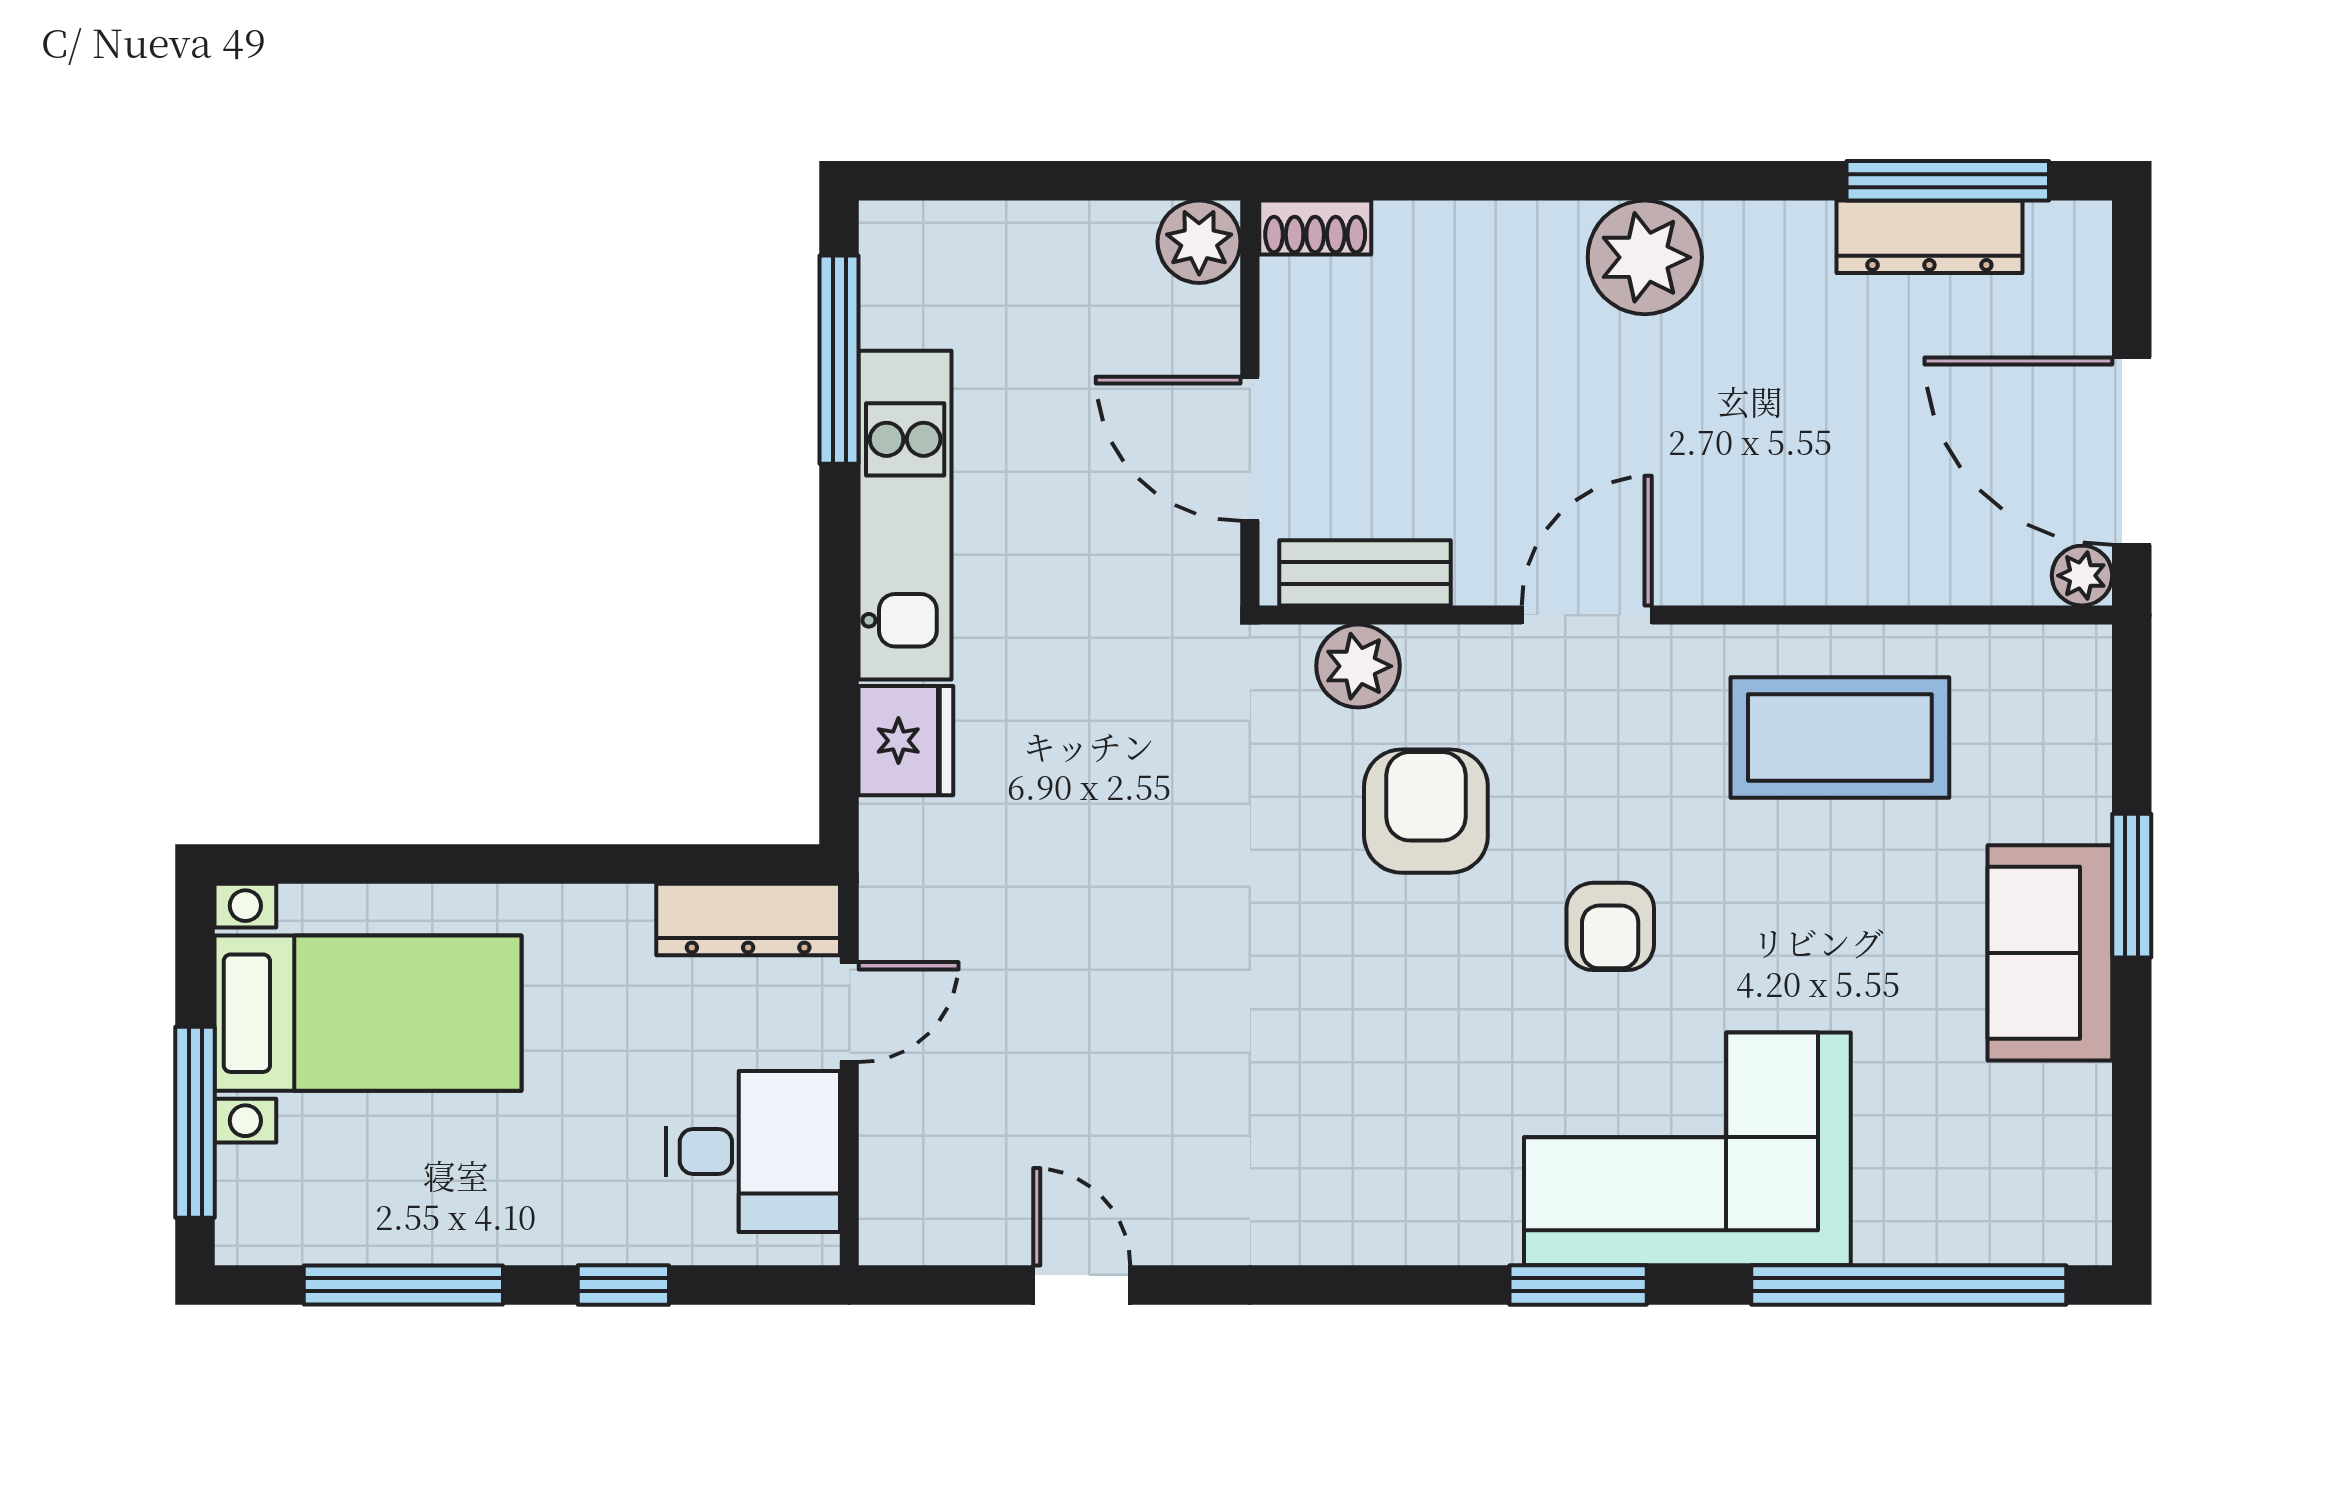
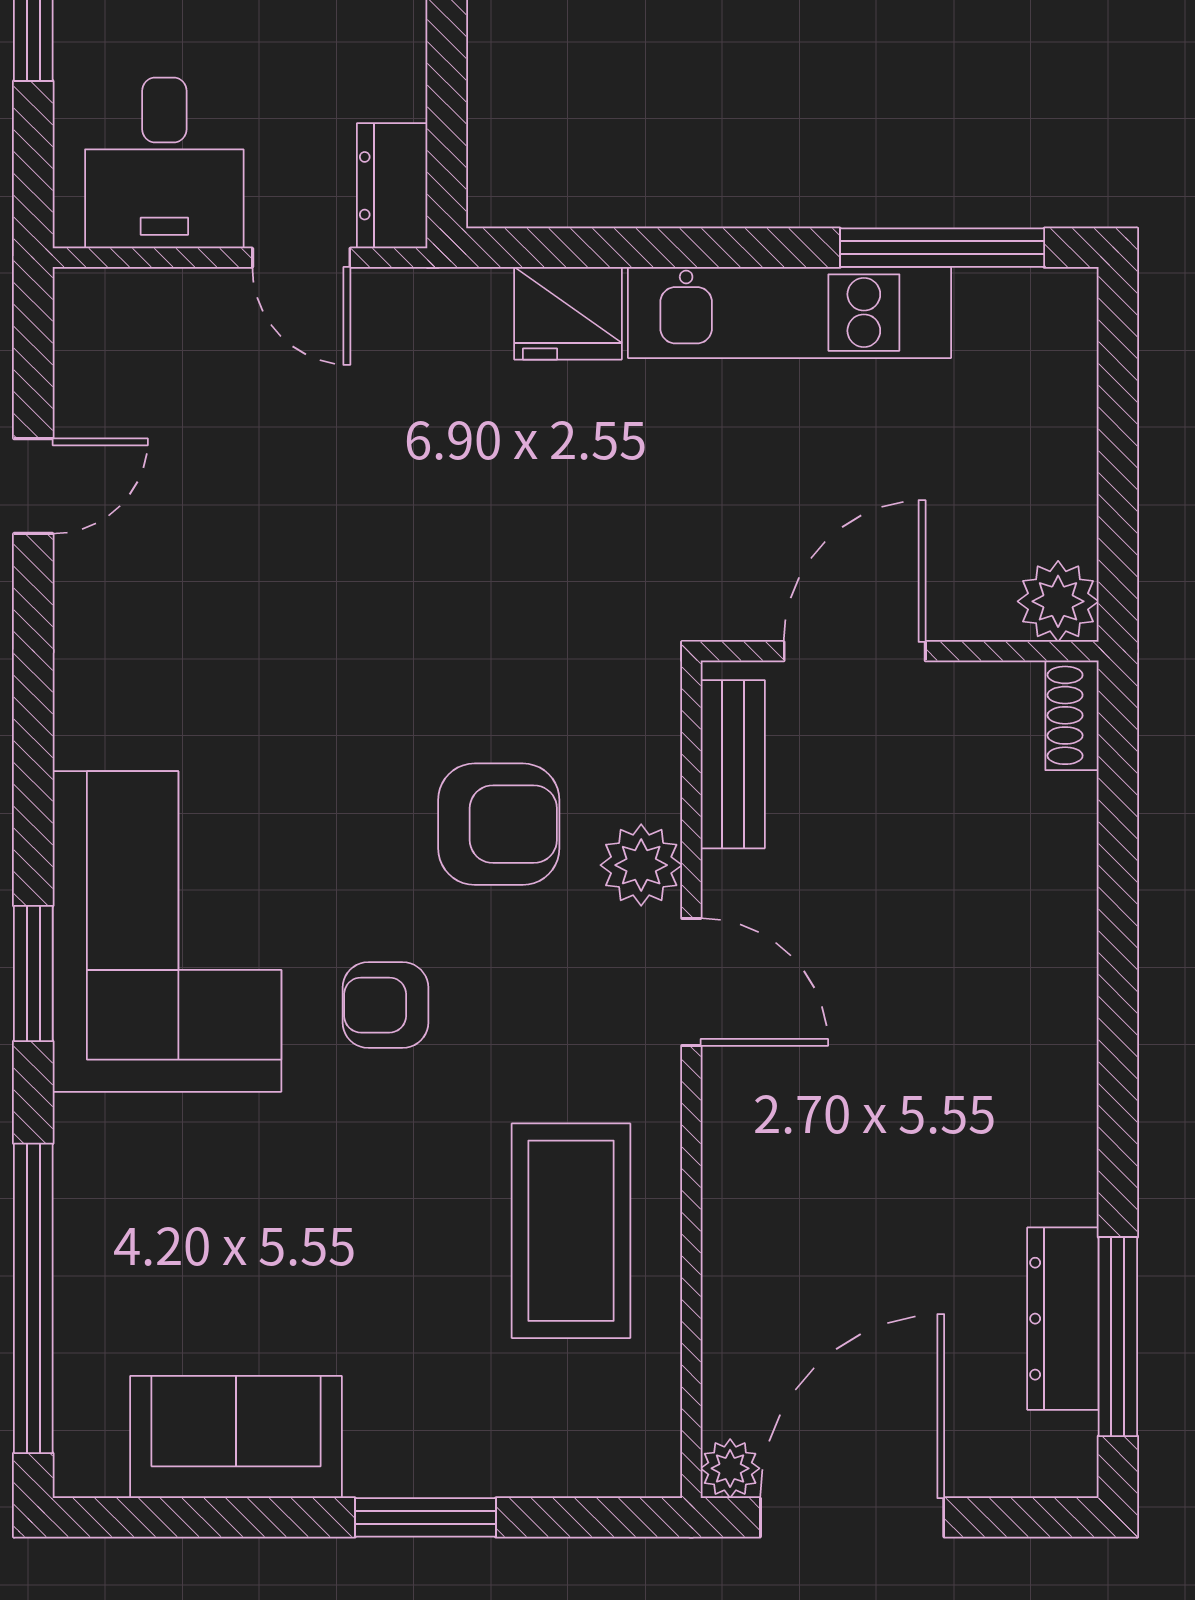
plant: (1645, 257) -> (1043, 1039), removed
plant: (1358, 666) -> (641, 865), moved
dresser: (748, 920) -> (392, 186), width x0.70
sofa: (2050, 953) -> (236, 1437), moved
corner sofa: (1687, 1149) -> (167, 931), moved

